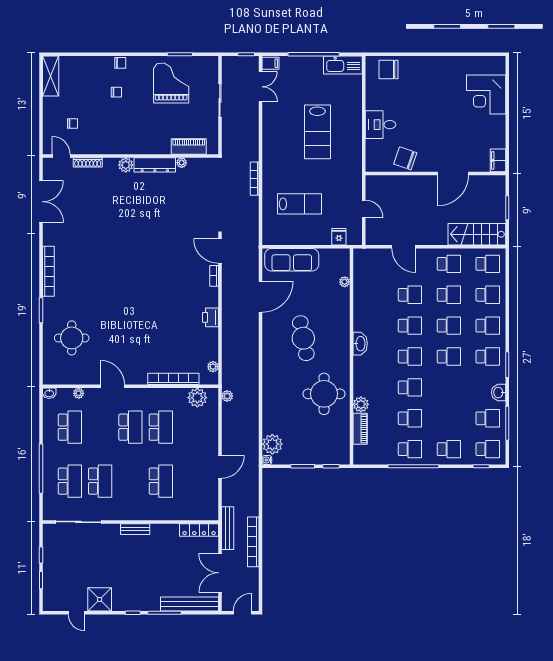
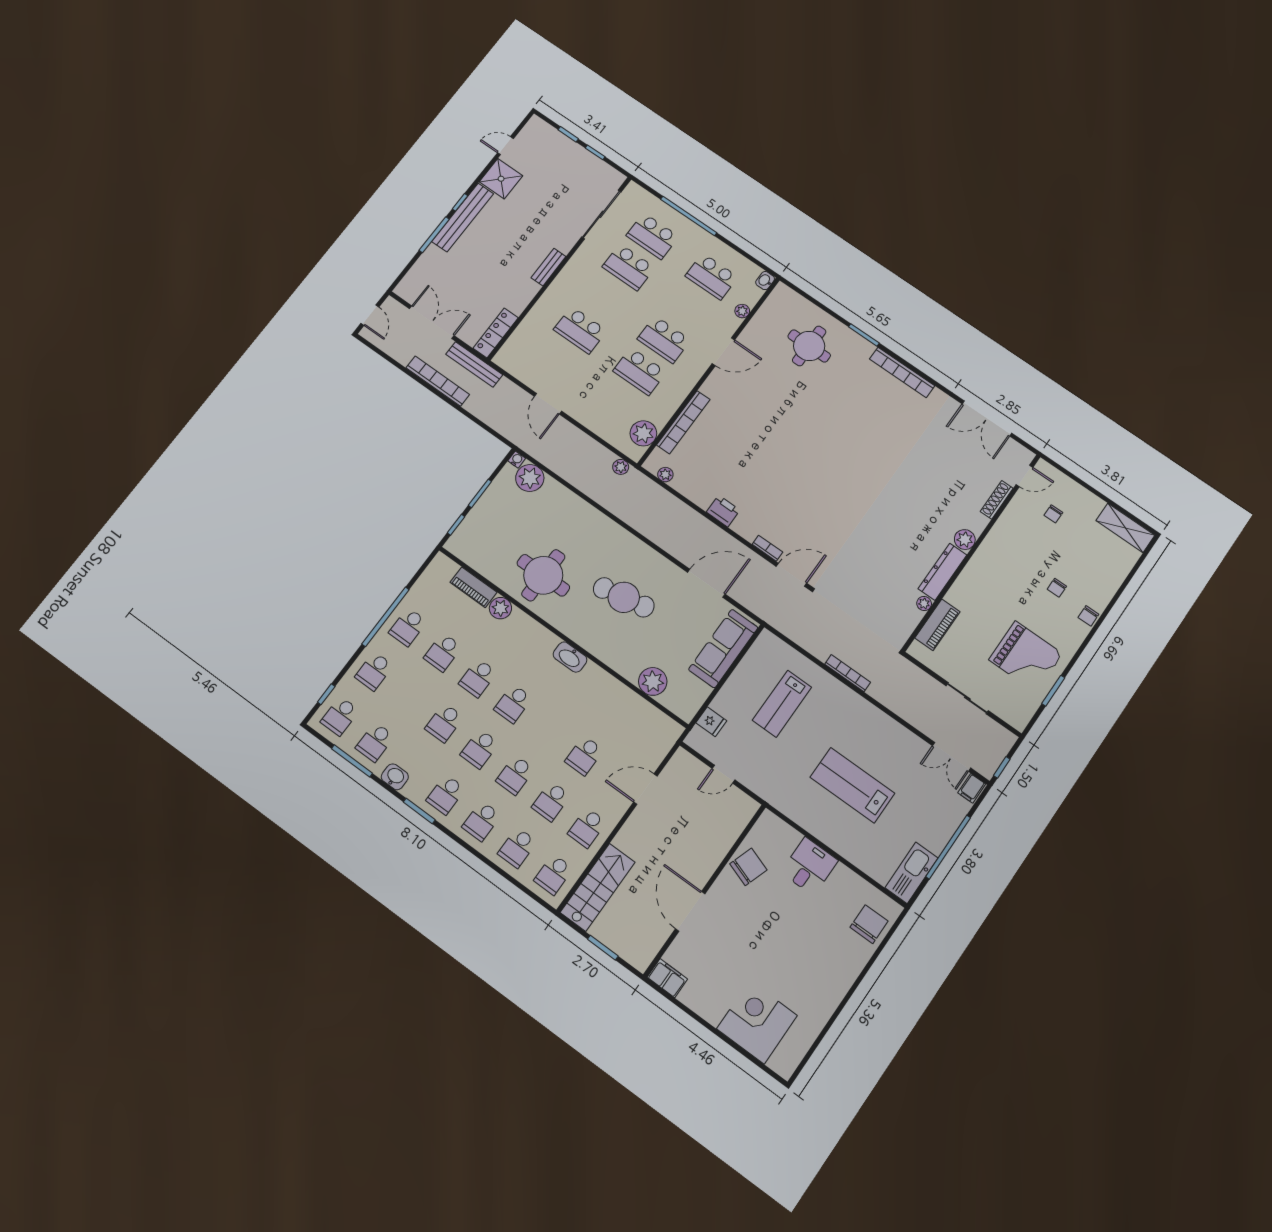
plant: (345, 282) -> (653, 681), width x1.87, depth x1.87
door: (261, 297) -> (706, 583), swing flipped
school desk: (410, 326) -> (444, 723), moved
bench: (190, 604) -> (463, 217), moved

